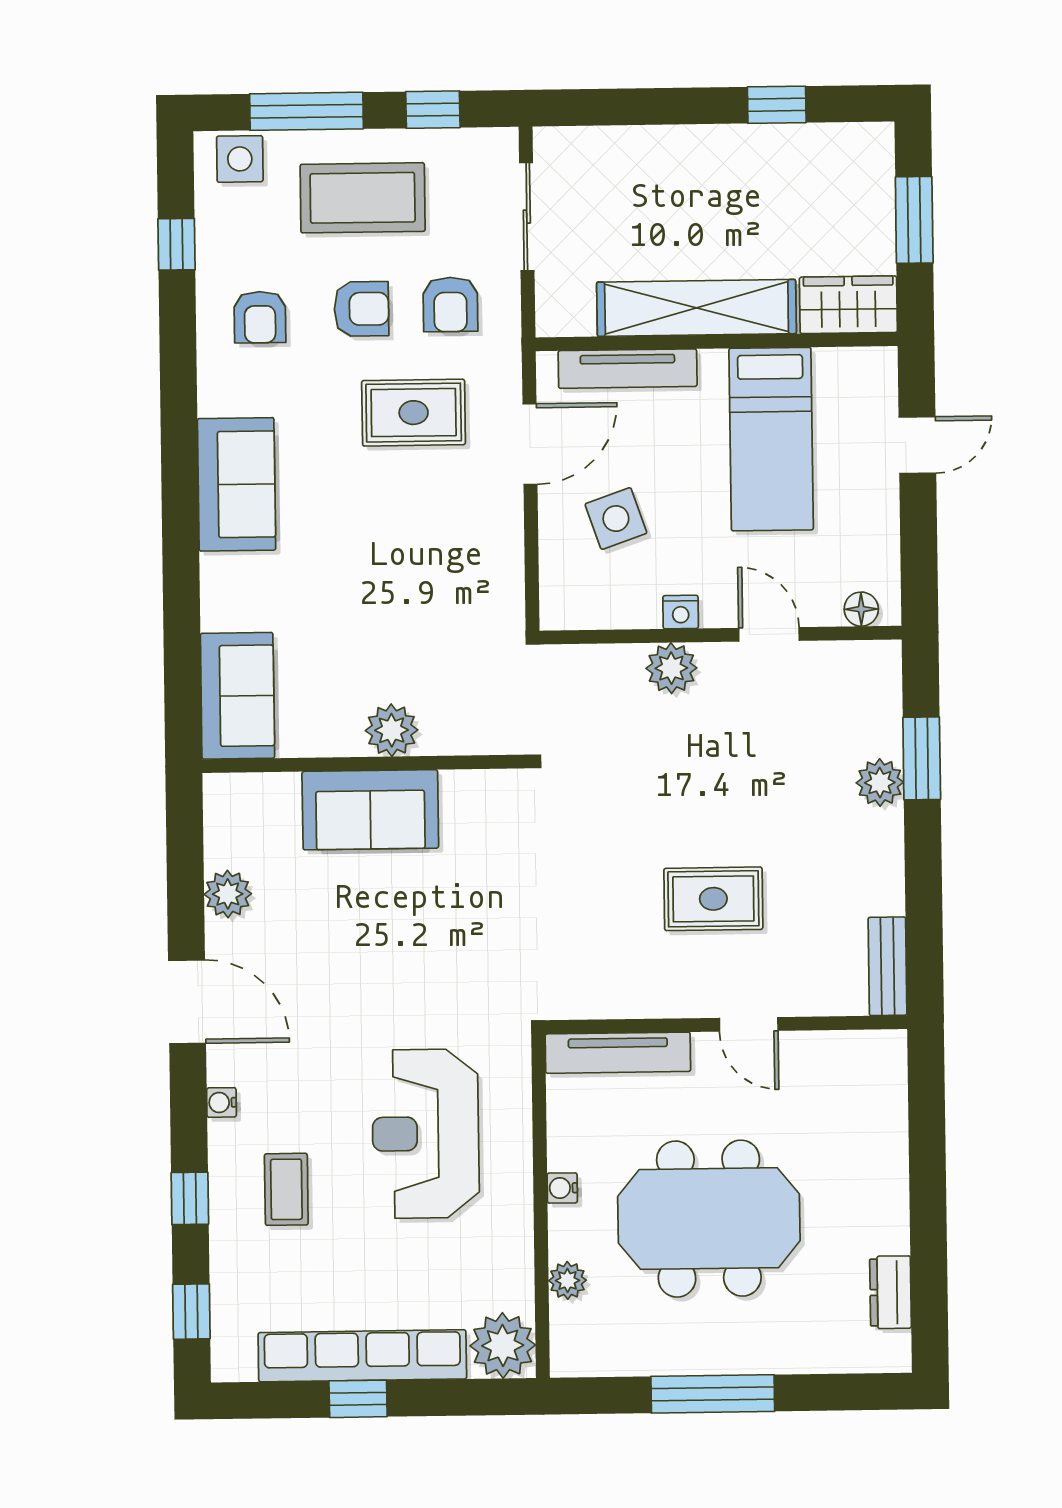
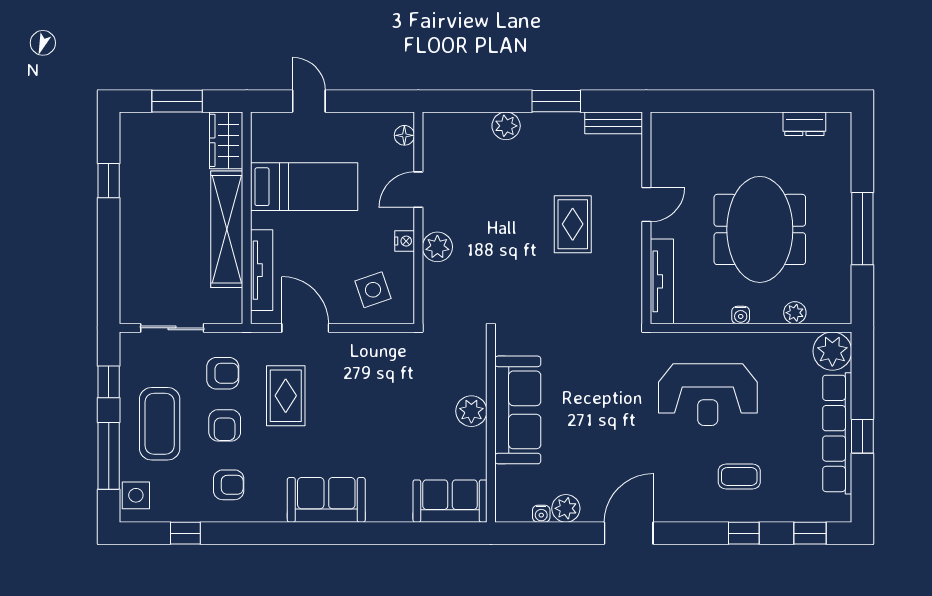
armchair: (361, 309) -> (225, 425), turned 180
side table: (616, 519) -> (373, 290), moved
window: (922, 758) -> (556, 101), moved
sofa: (370, 810) -> (518, 410), width x1.36
water cooler: (221, 1102) -> (541, 514), moved

